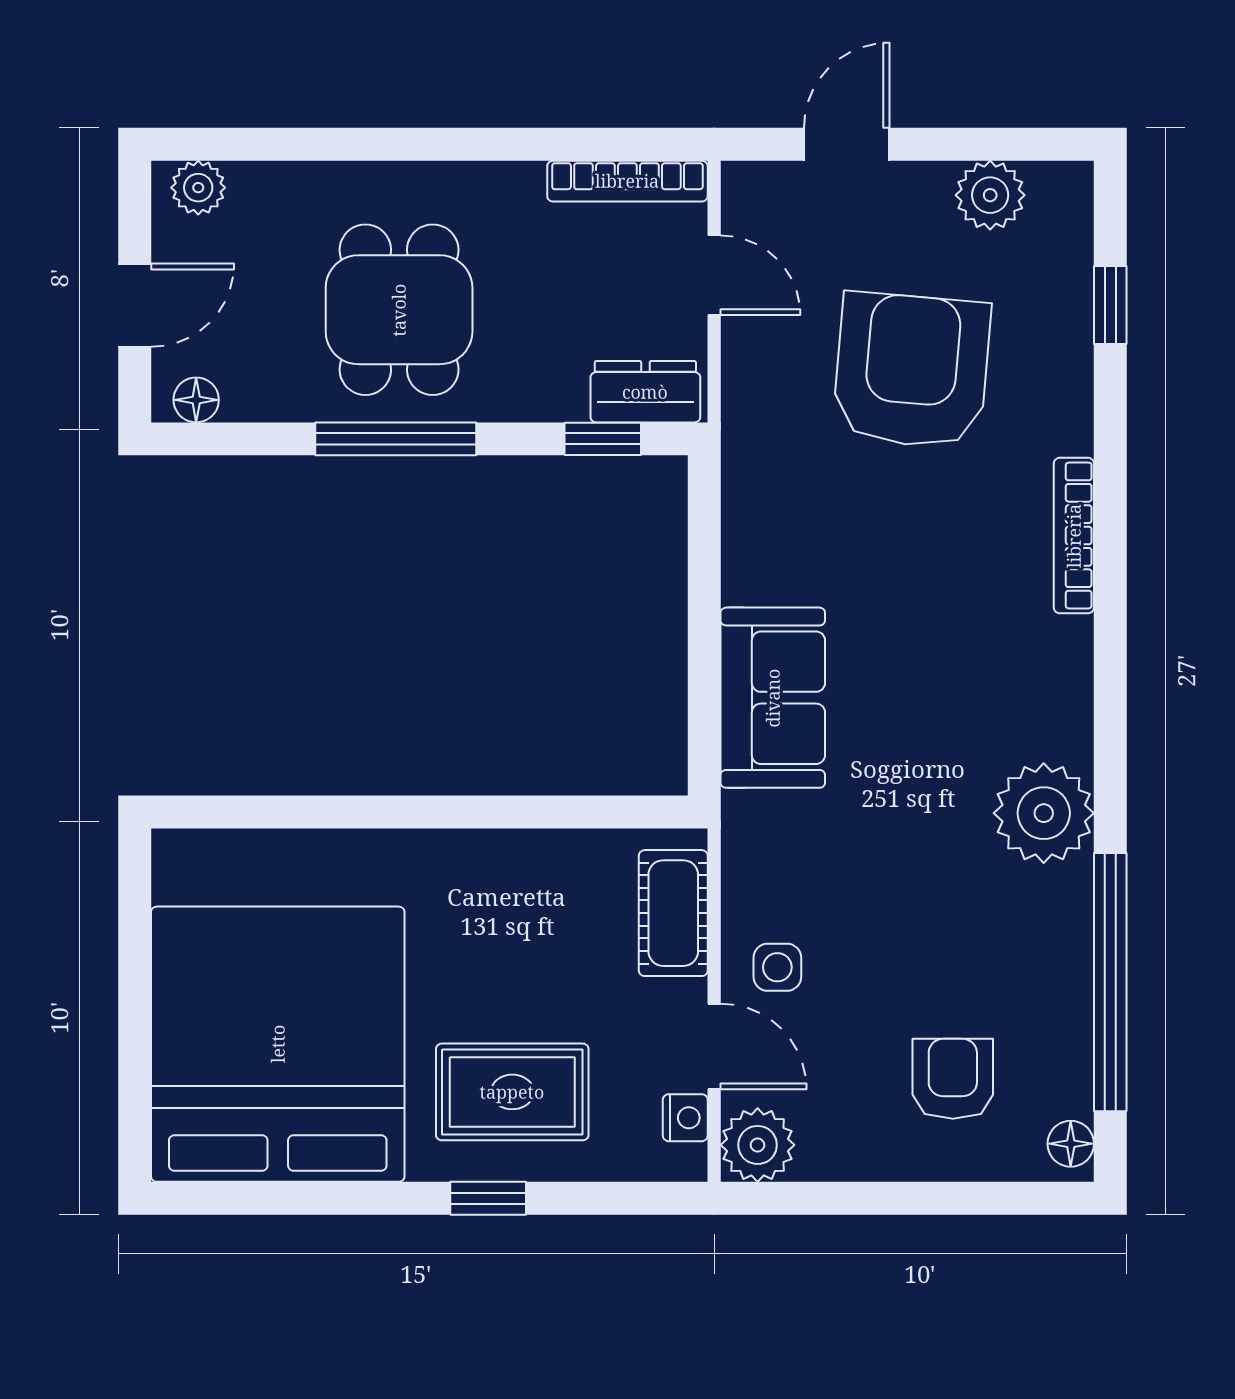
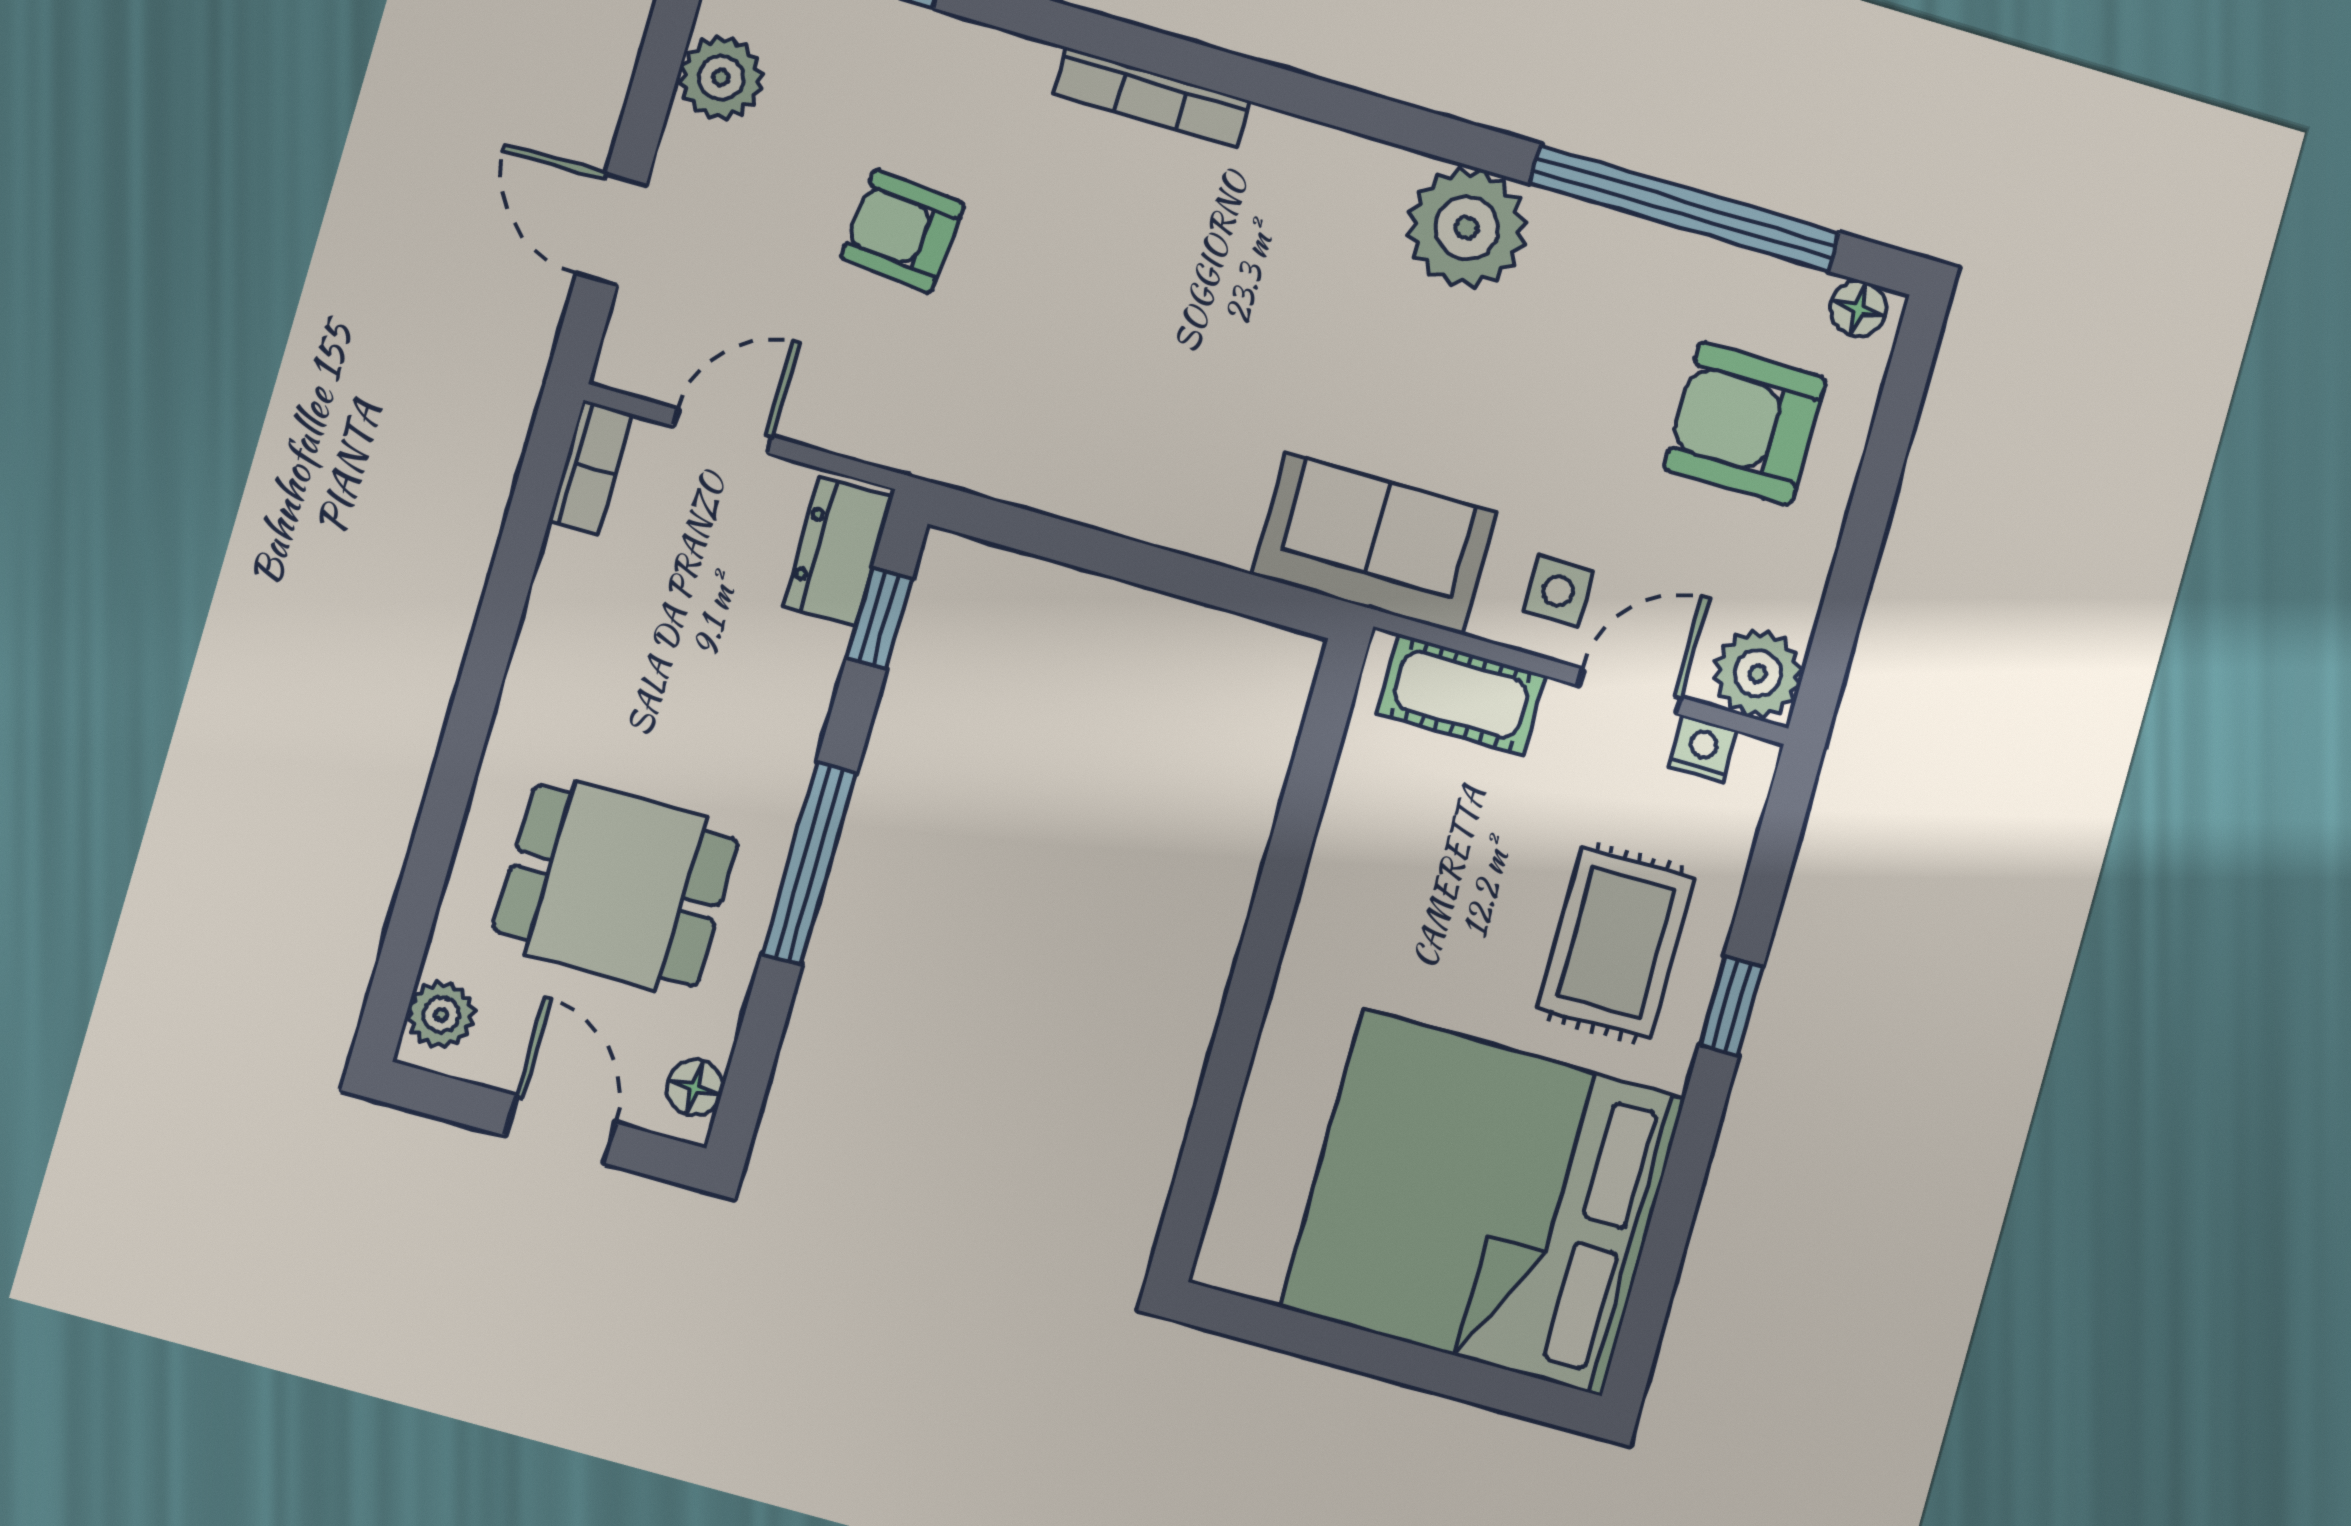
bookcase: (627, 181) -> (590, 467), width x0.64
dining table: (399, 310) -> (616, 885), moved
armchair: (912, 371) -> (903, 231), width x0.53, depth x0.53
sofa: (773, 698) -> (1374, 544), moved
armchair: (953, 1079) -> (1745, 424), width x1.38, depth x1.38

